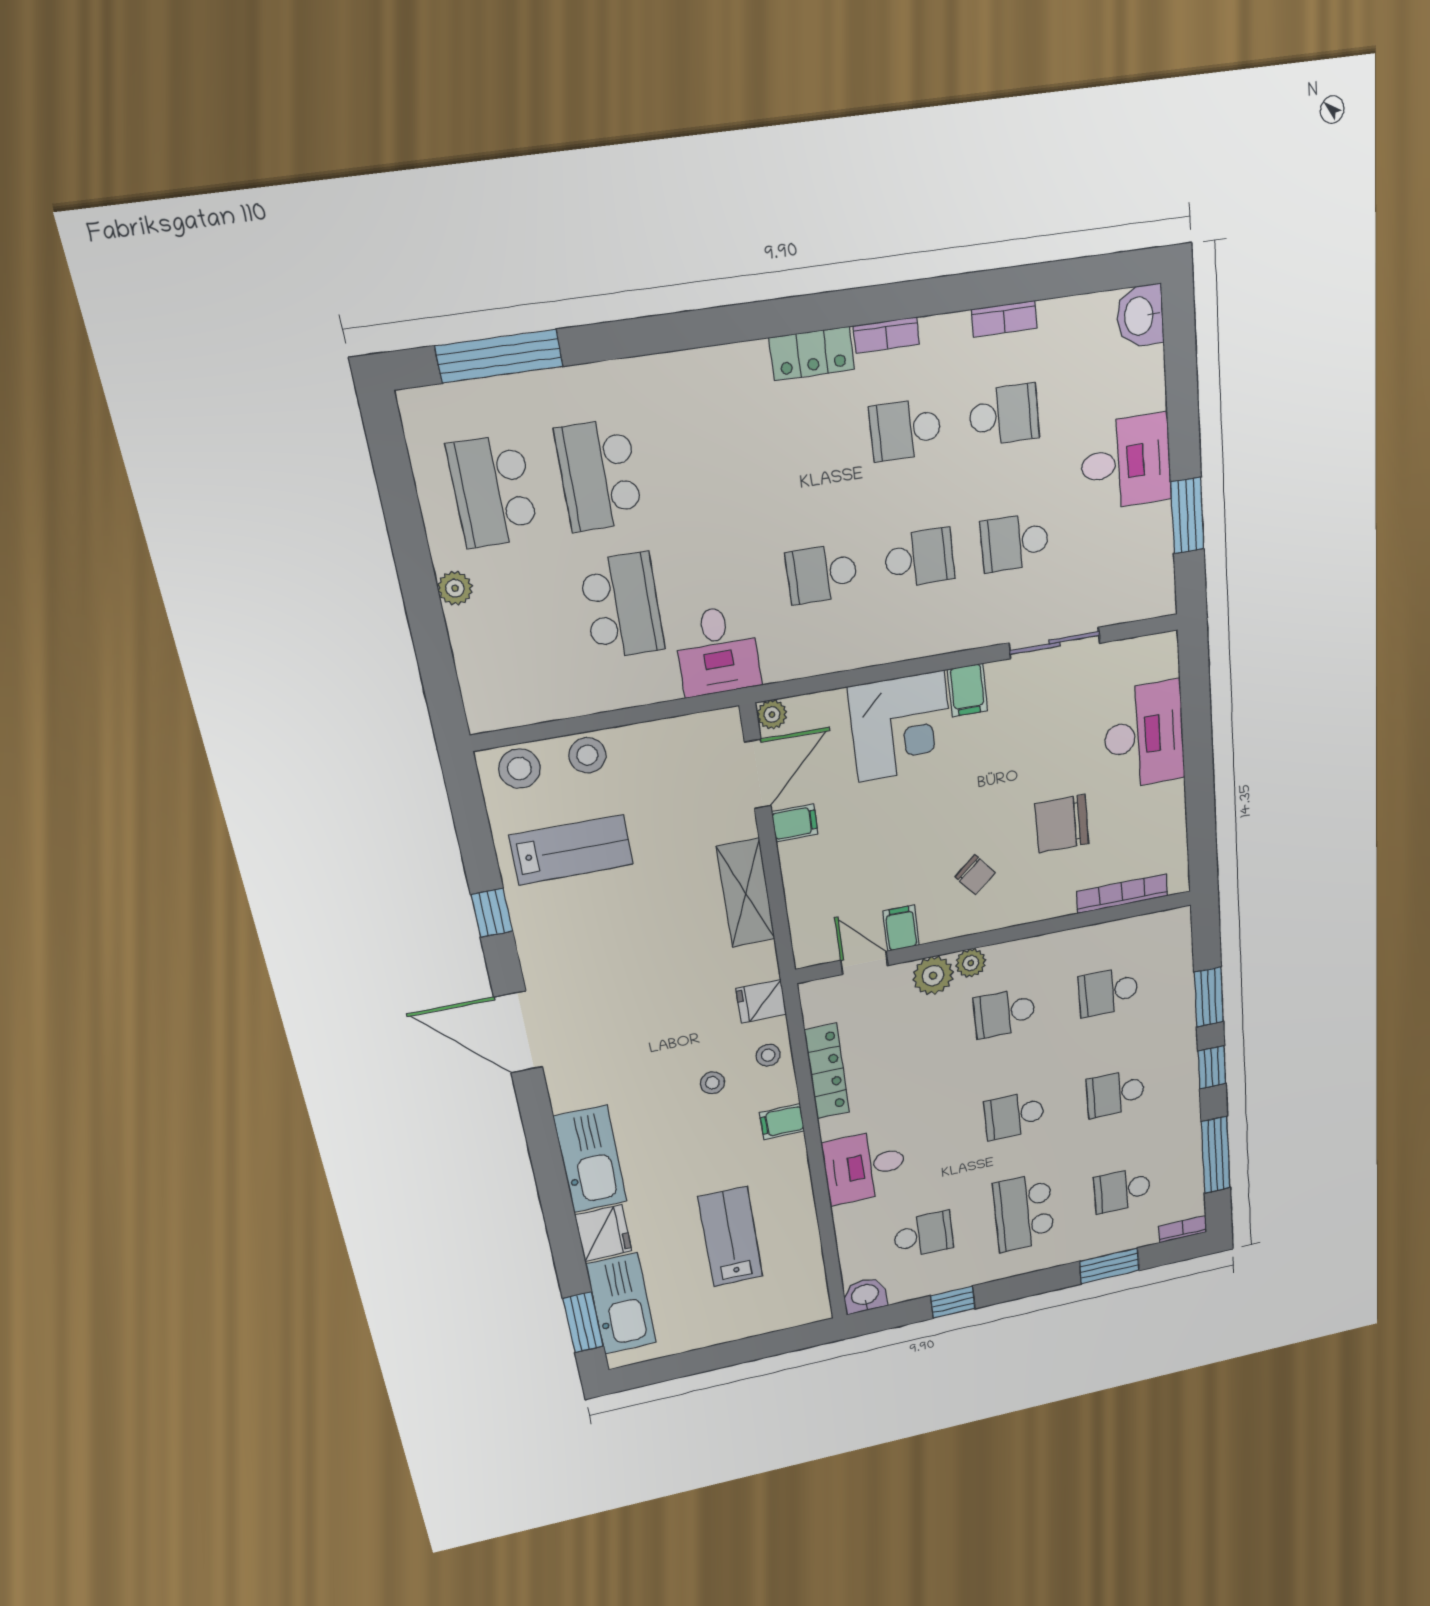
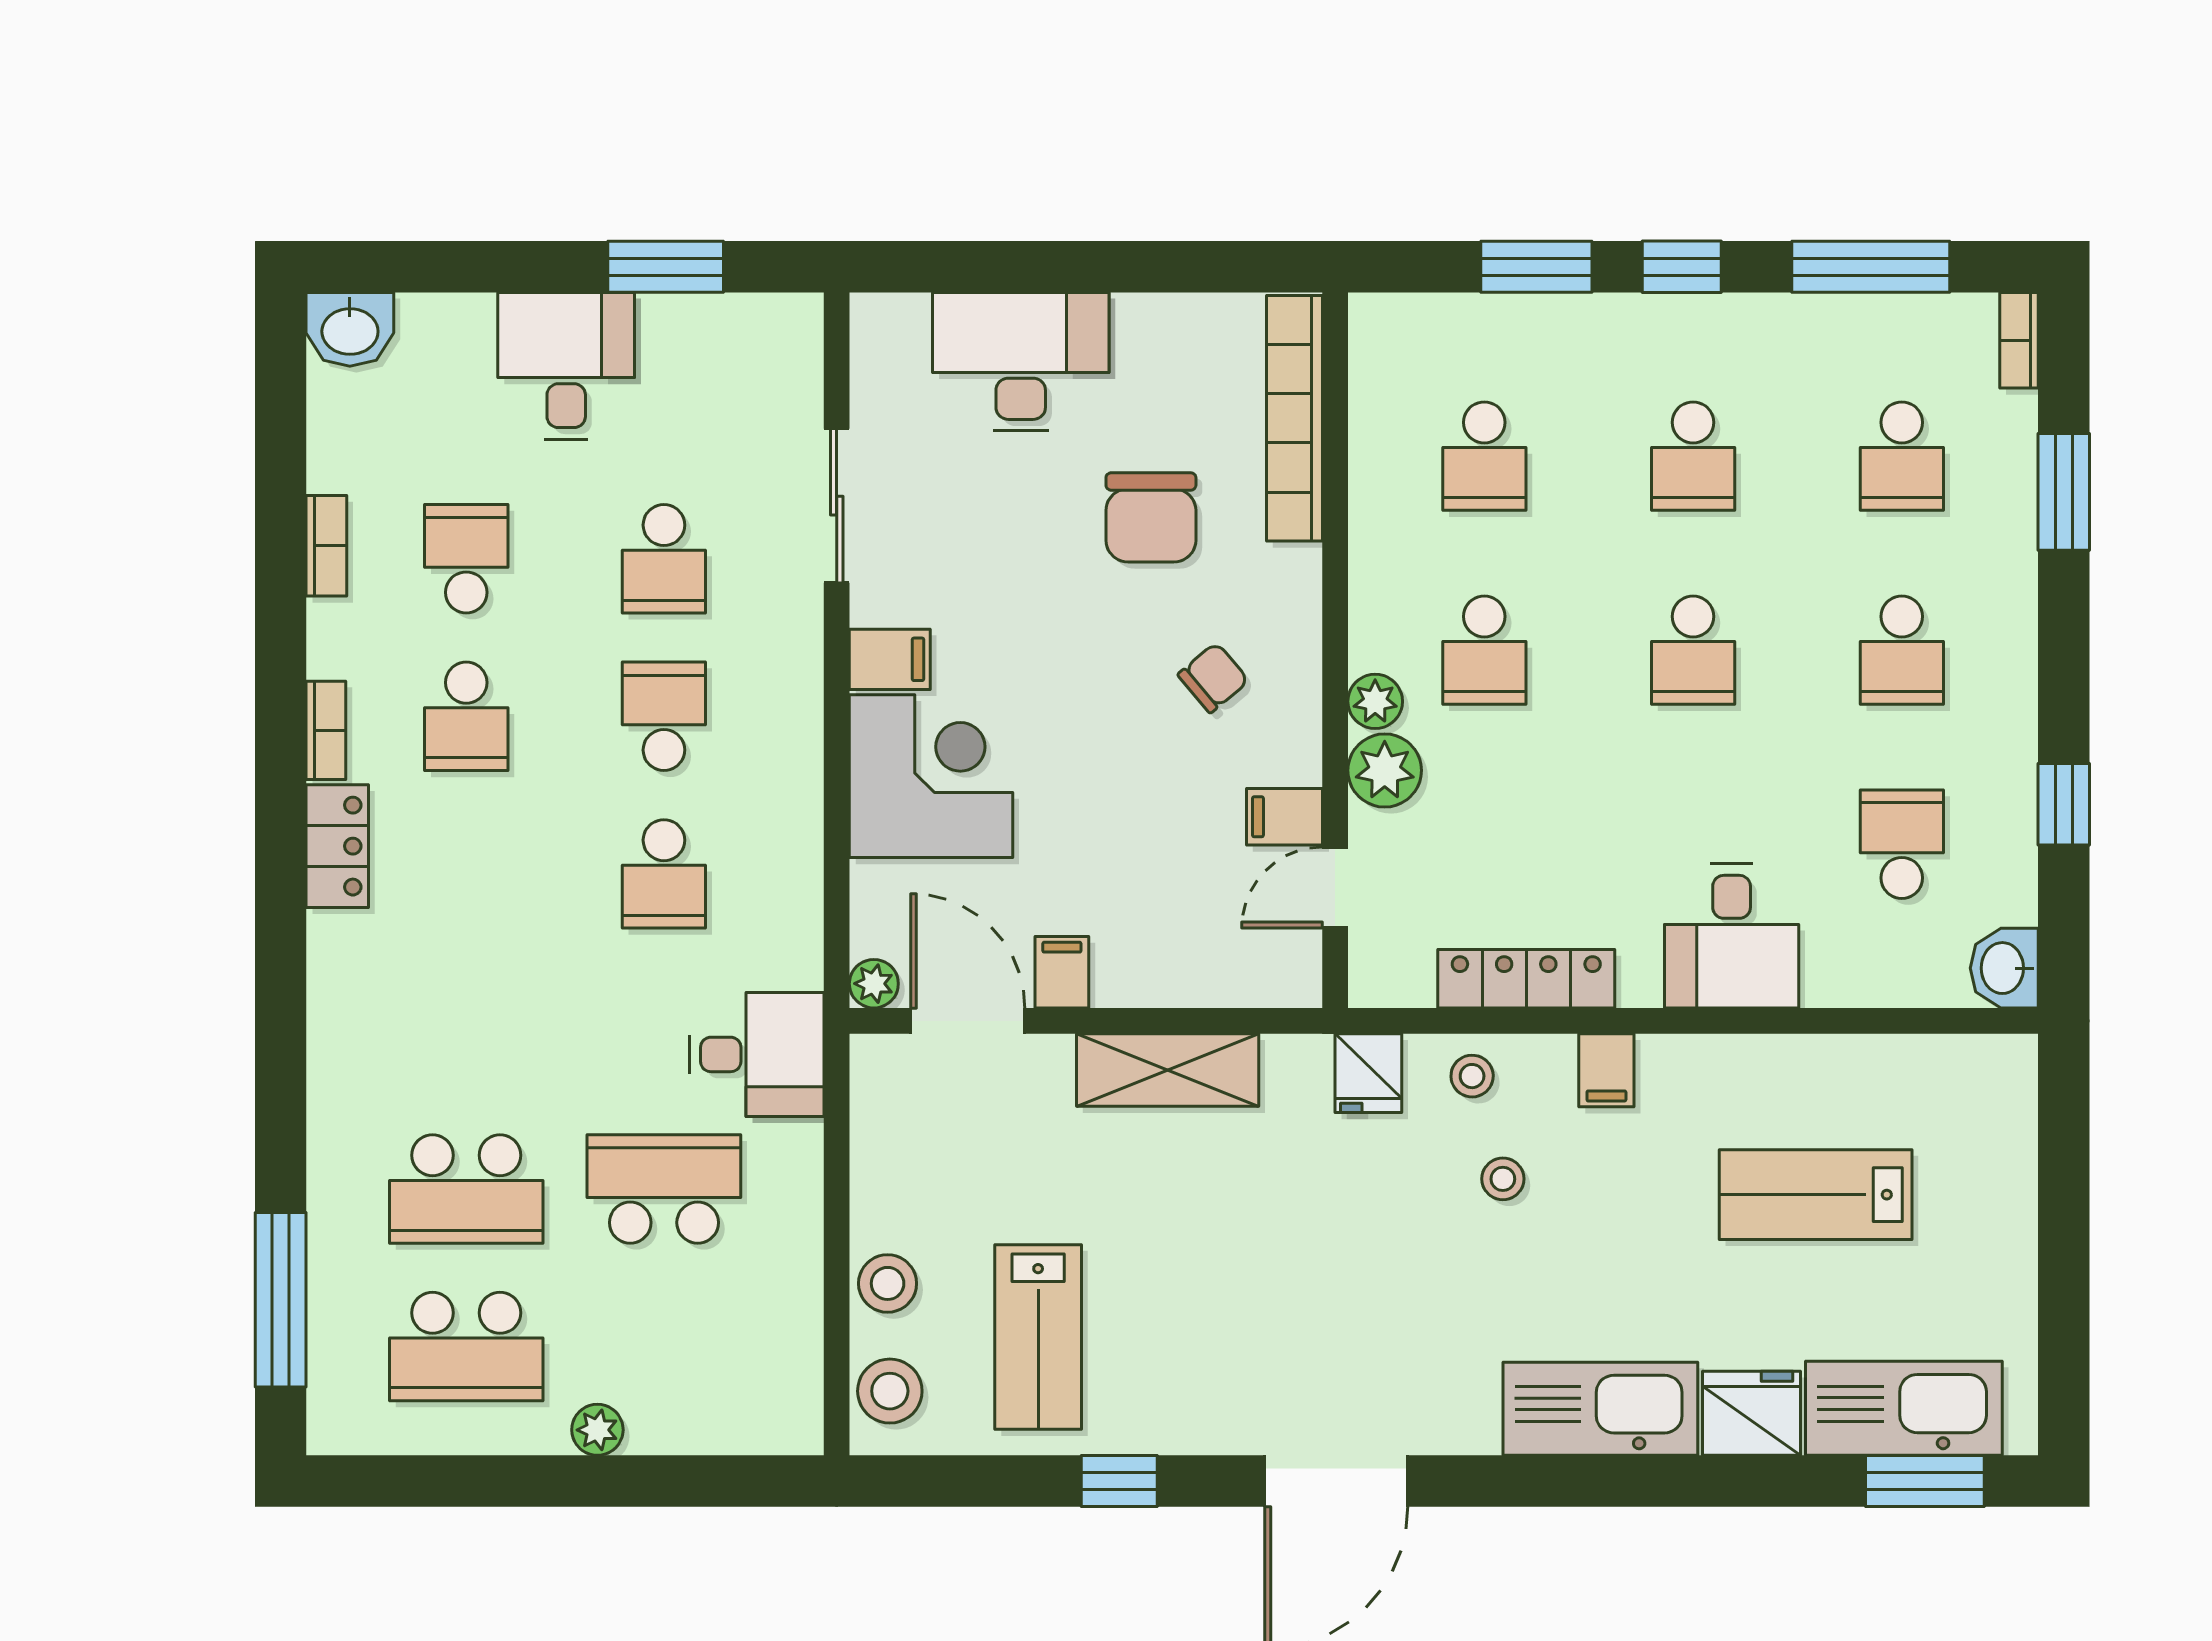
lab bench: (571, 850) -> (1038, 1337), turned 180
bookcase: (1122, 894) -> (1294, 418), width x1.48, depth x1.31
school desk: (1024, 1212) -> (1902, 650), width x0.54

